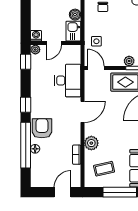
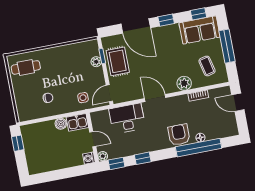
window: (26, 105) -> (143, 158), moved
armchair: (42, 128) -> (179, 135), turned 90

